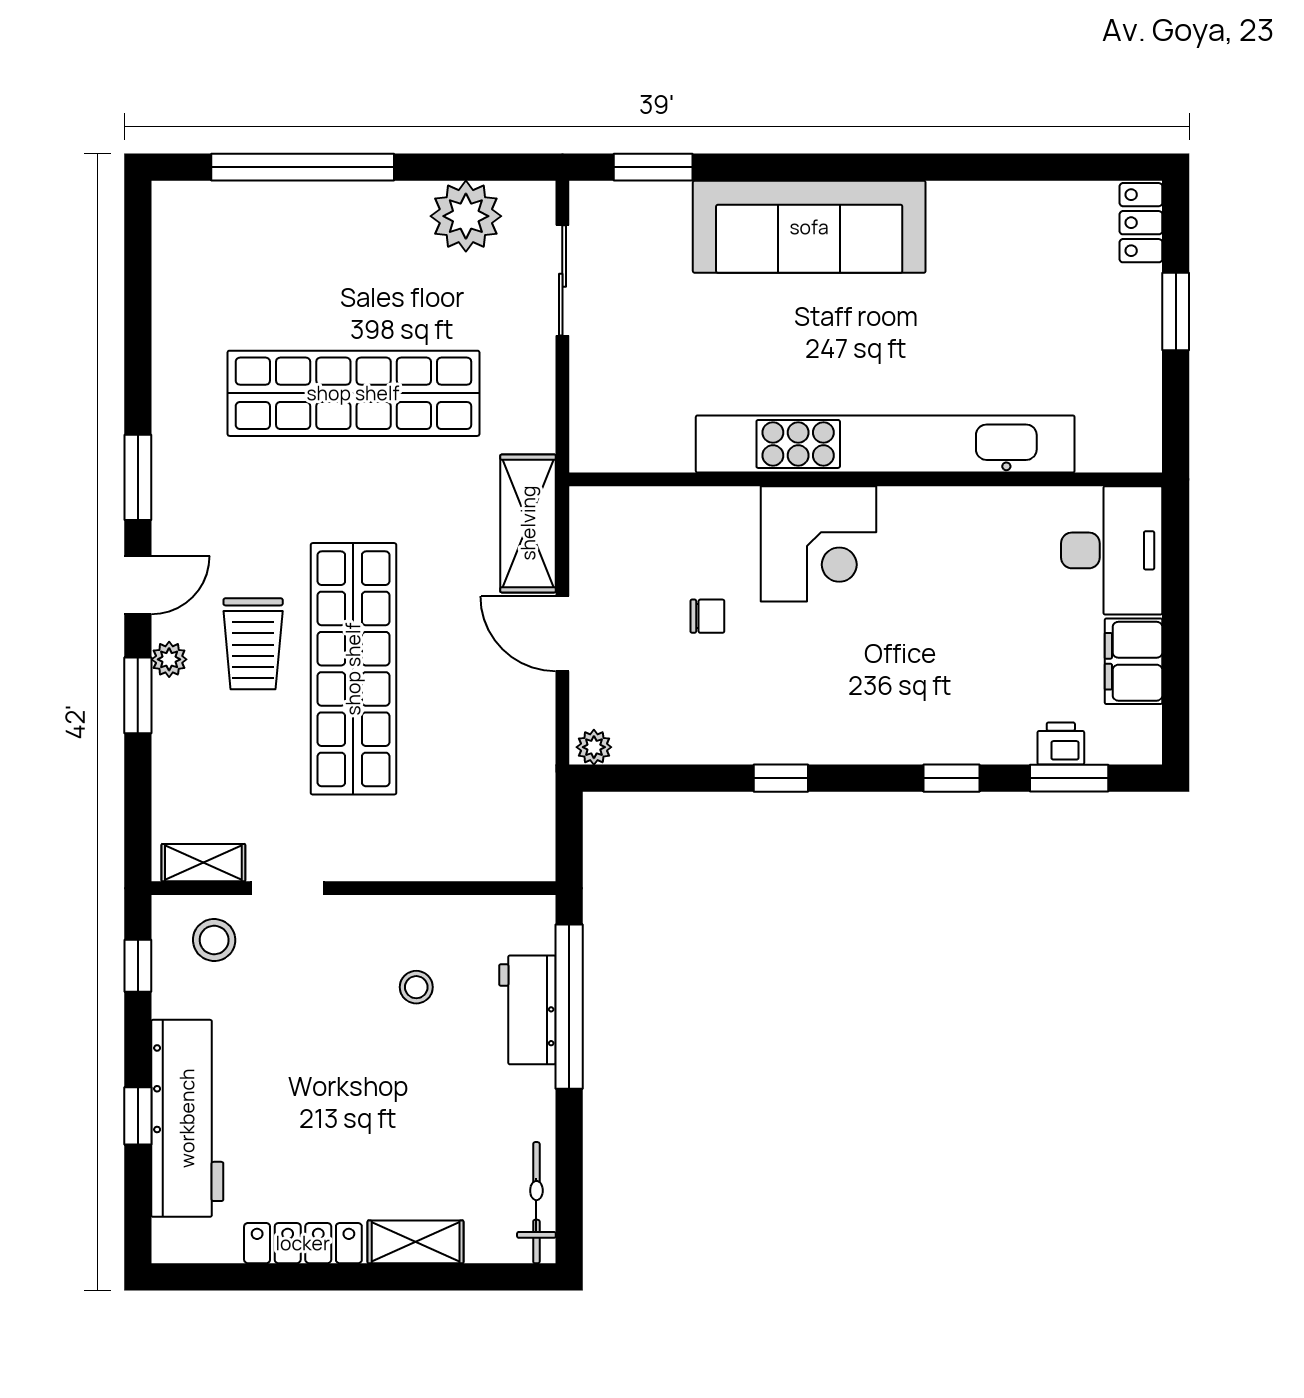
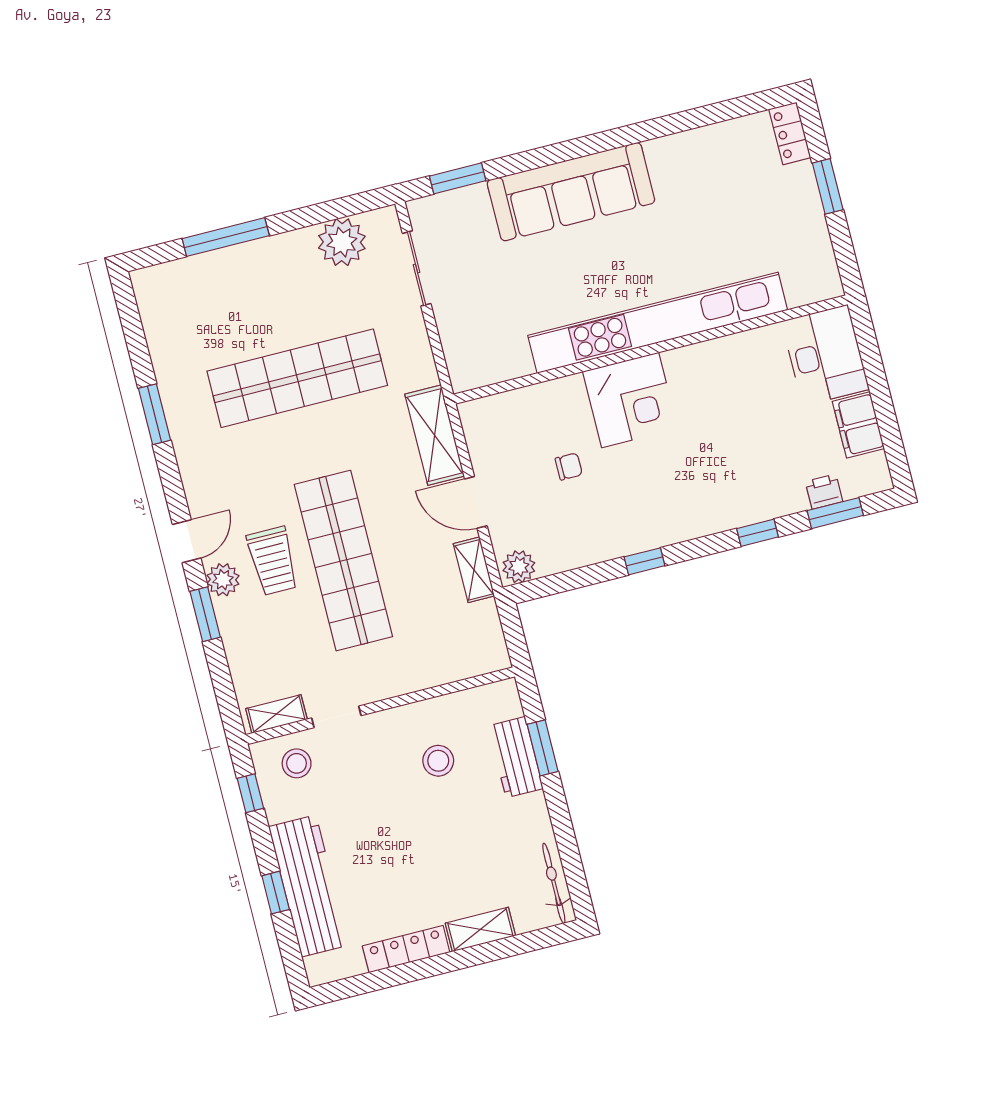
window: (303, 167) -> (226, 237), width x0.68
window: (138, 477) -> (154, 414), moved
plant: (169, 659) -> (223, 580), width x1.38, depth x1.38
shelving: (536, 729) -> (474, 570), added
plant: (594, 747) -> (519, 567), width x1.38, depth x1.38
stool: (416, 987) -> (438, 761), width x1.37, depth x1.37
window: (569, 1007) -> (543, 748), width x0.47

